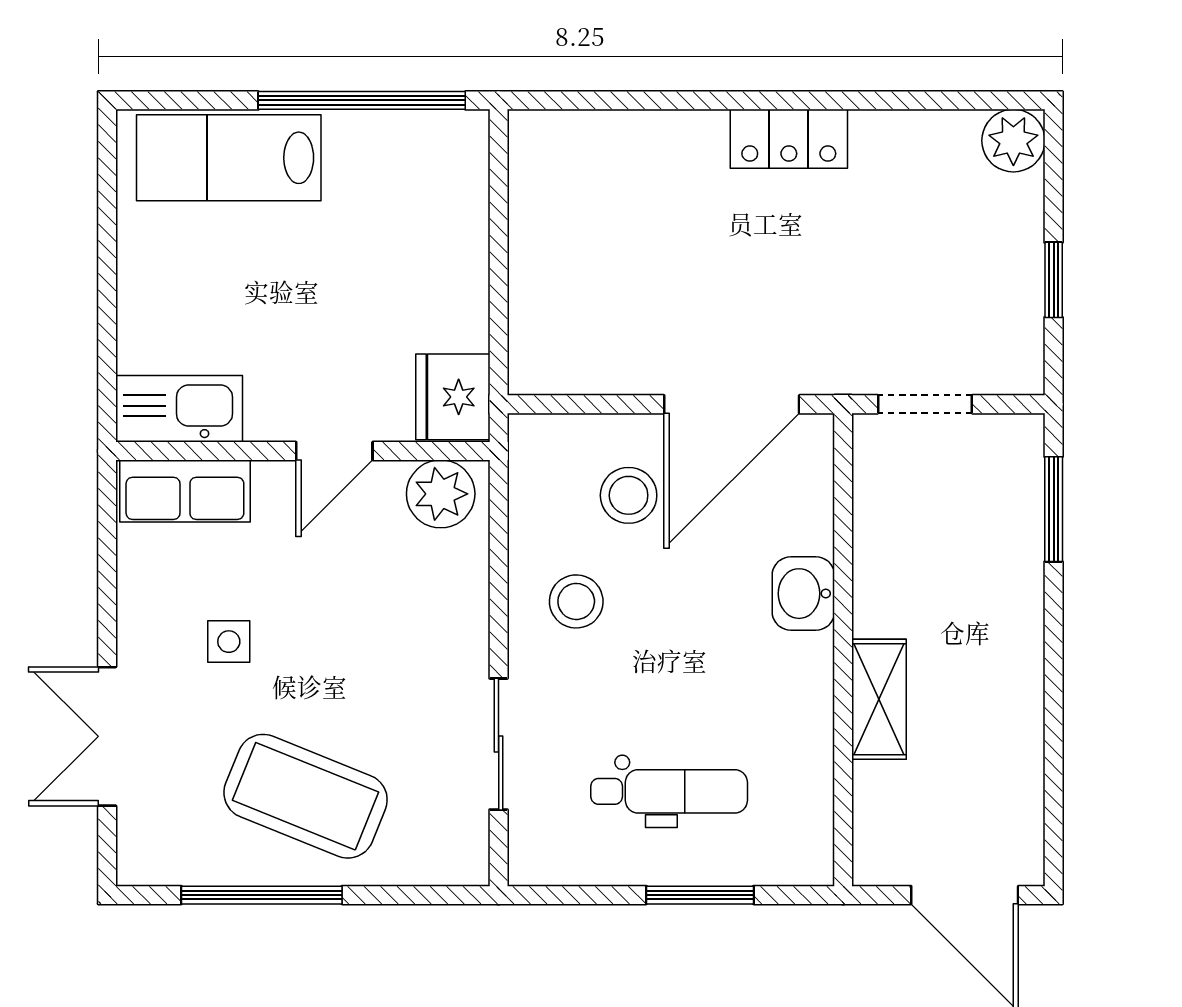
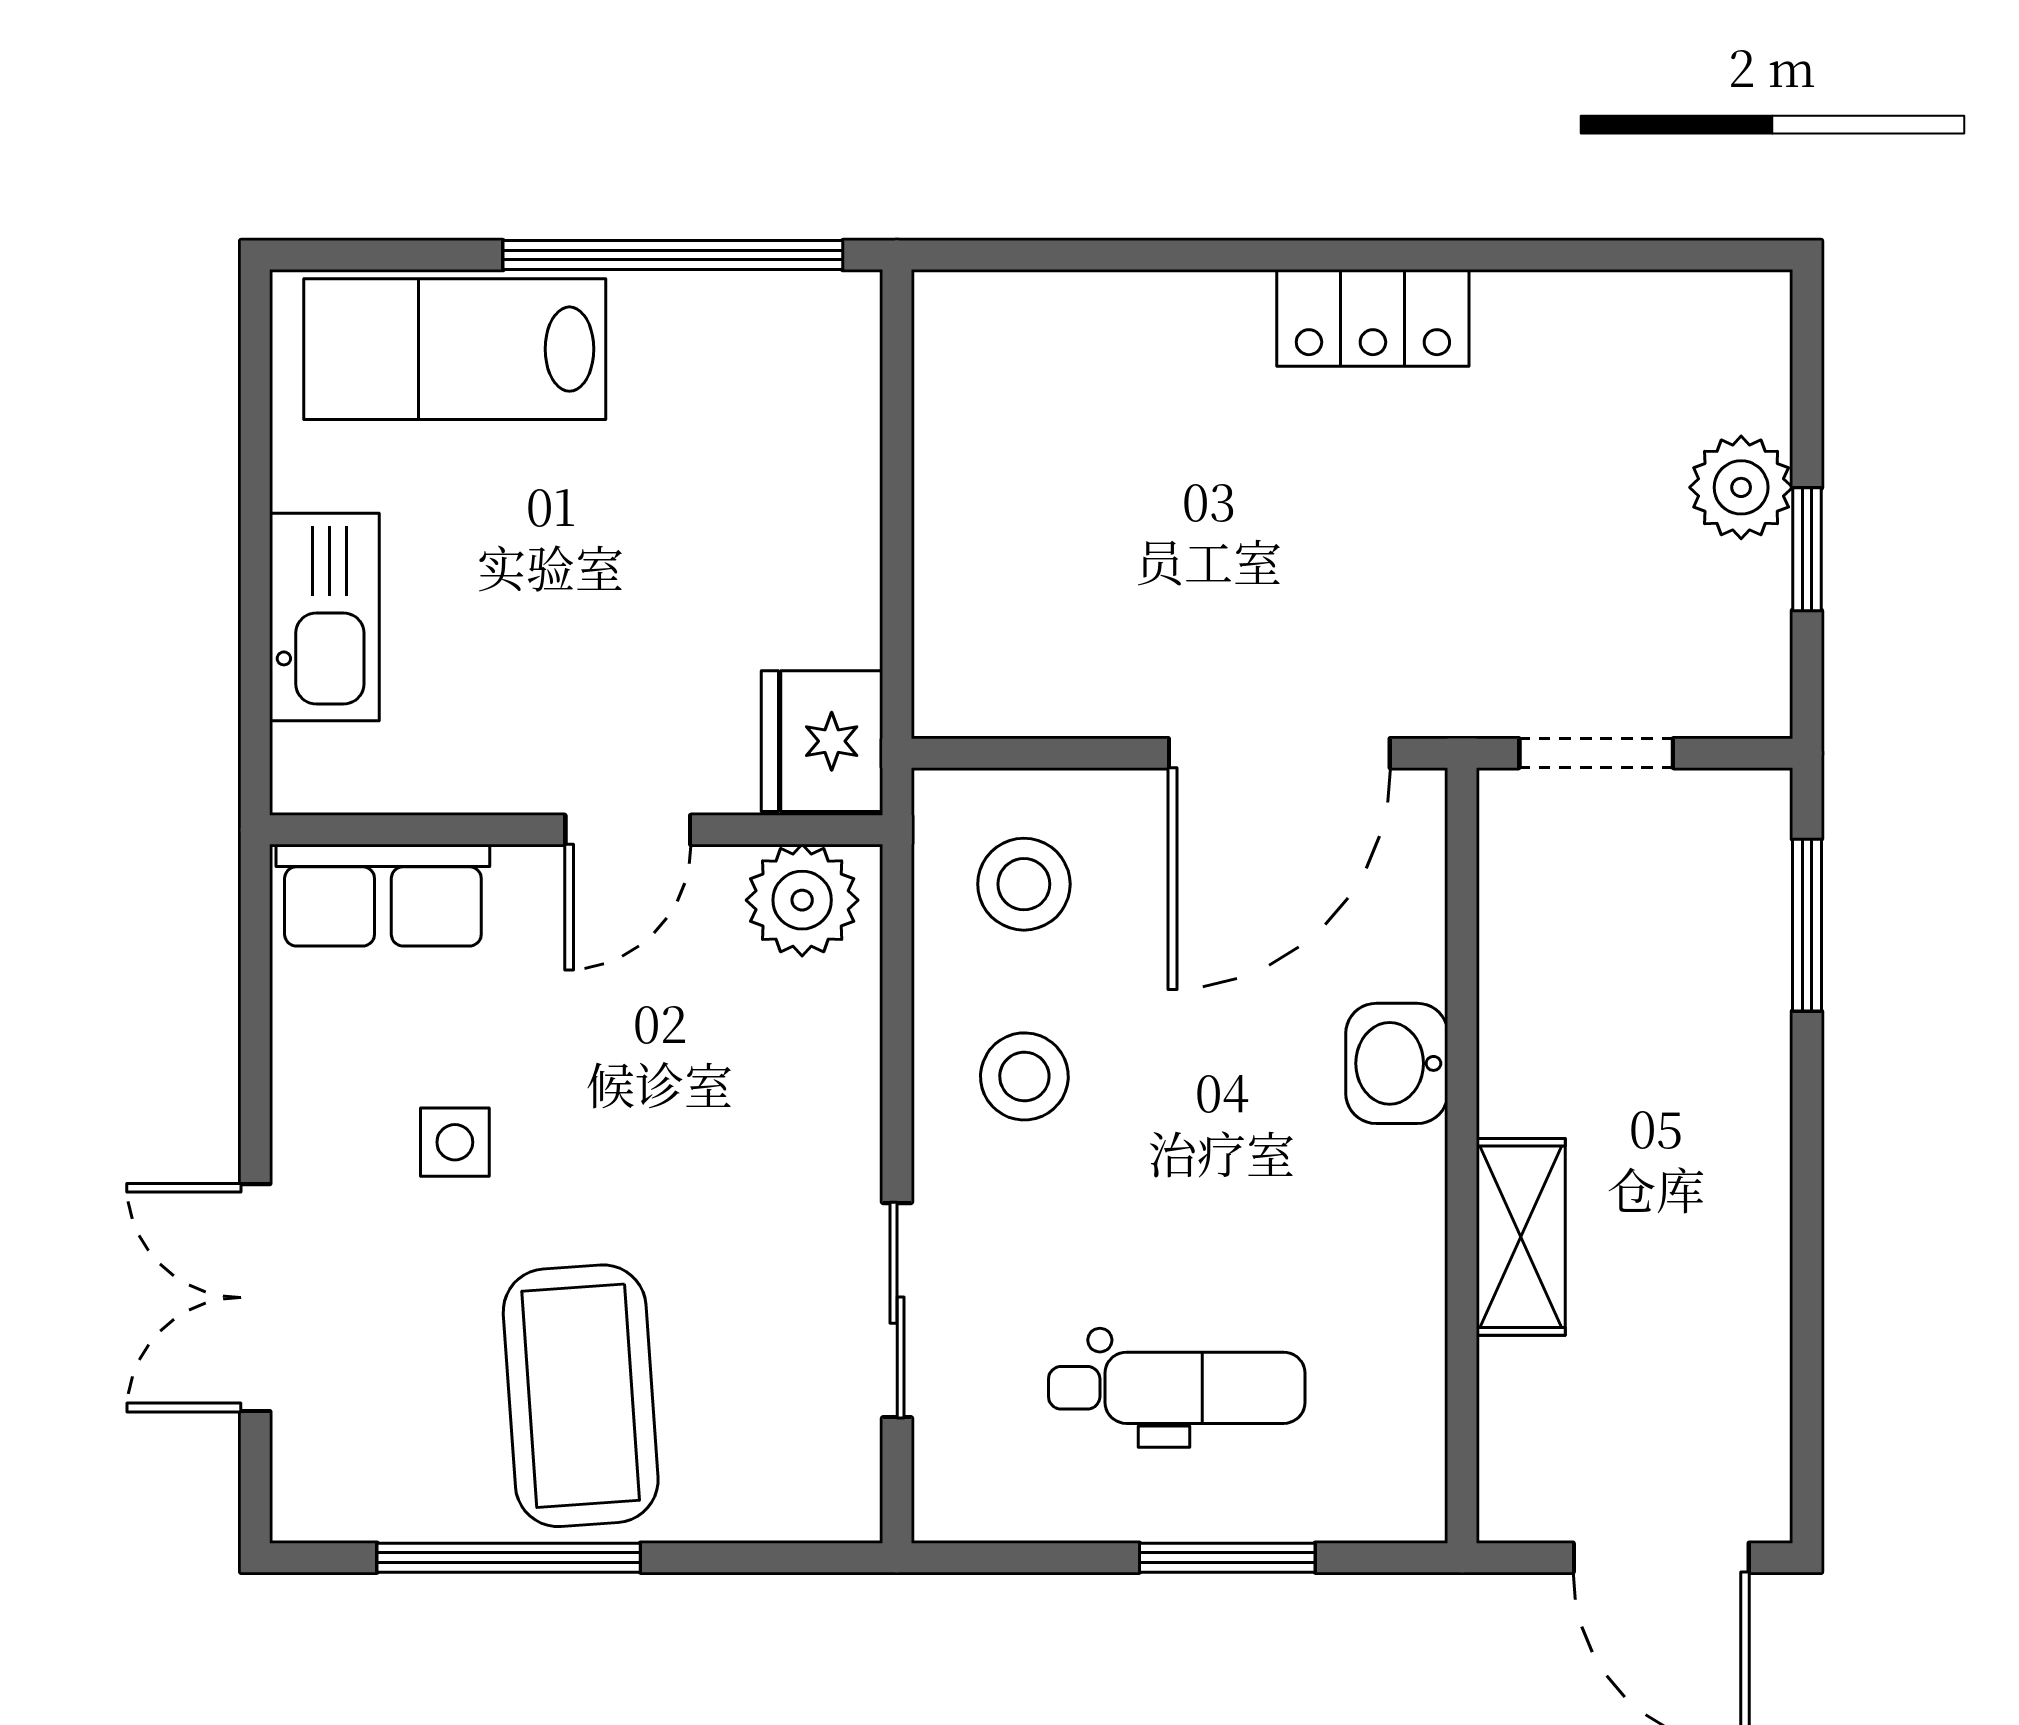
plant: (1013, 141) -> (1741, 487), moved
kitchen sink: (179, 409) -> (324, 617), moved, turned 90
stool: (629, 495) -> (1024, 884), moved
coffee table: (306, 796) -> (581, 1396), turned 64

